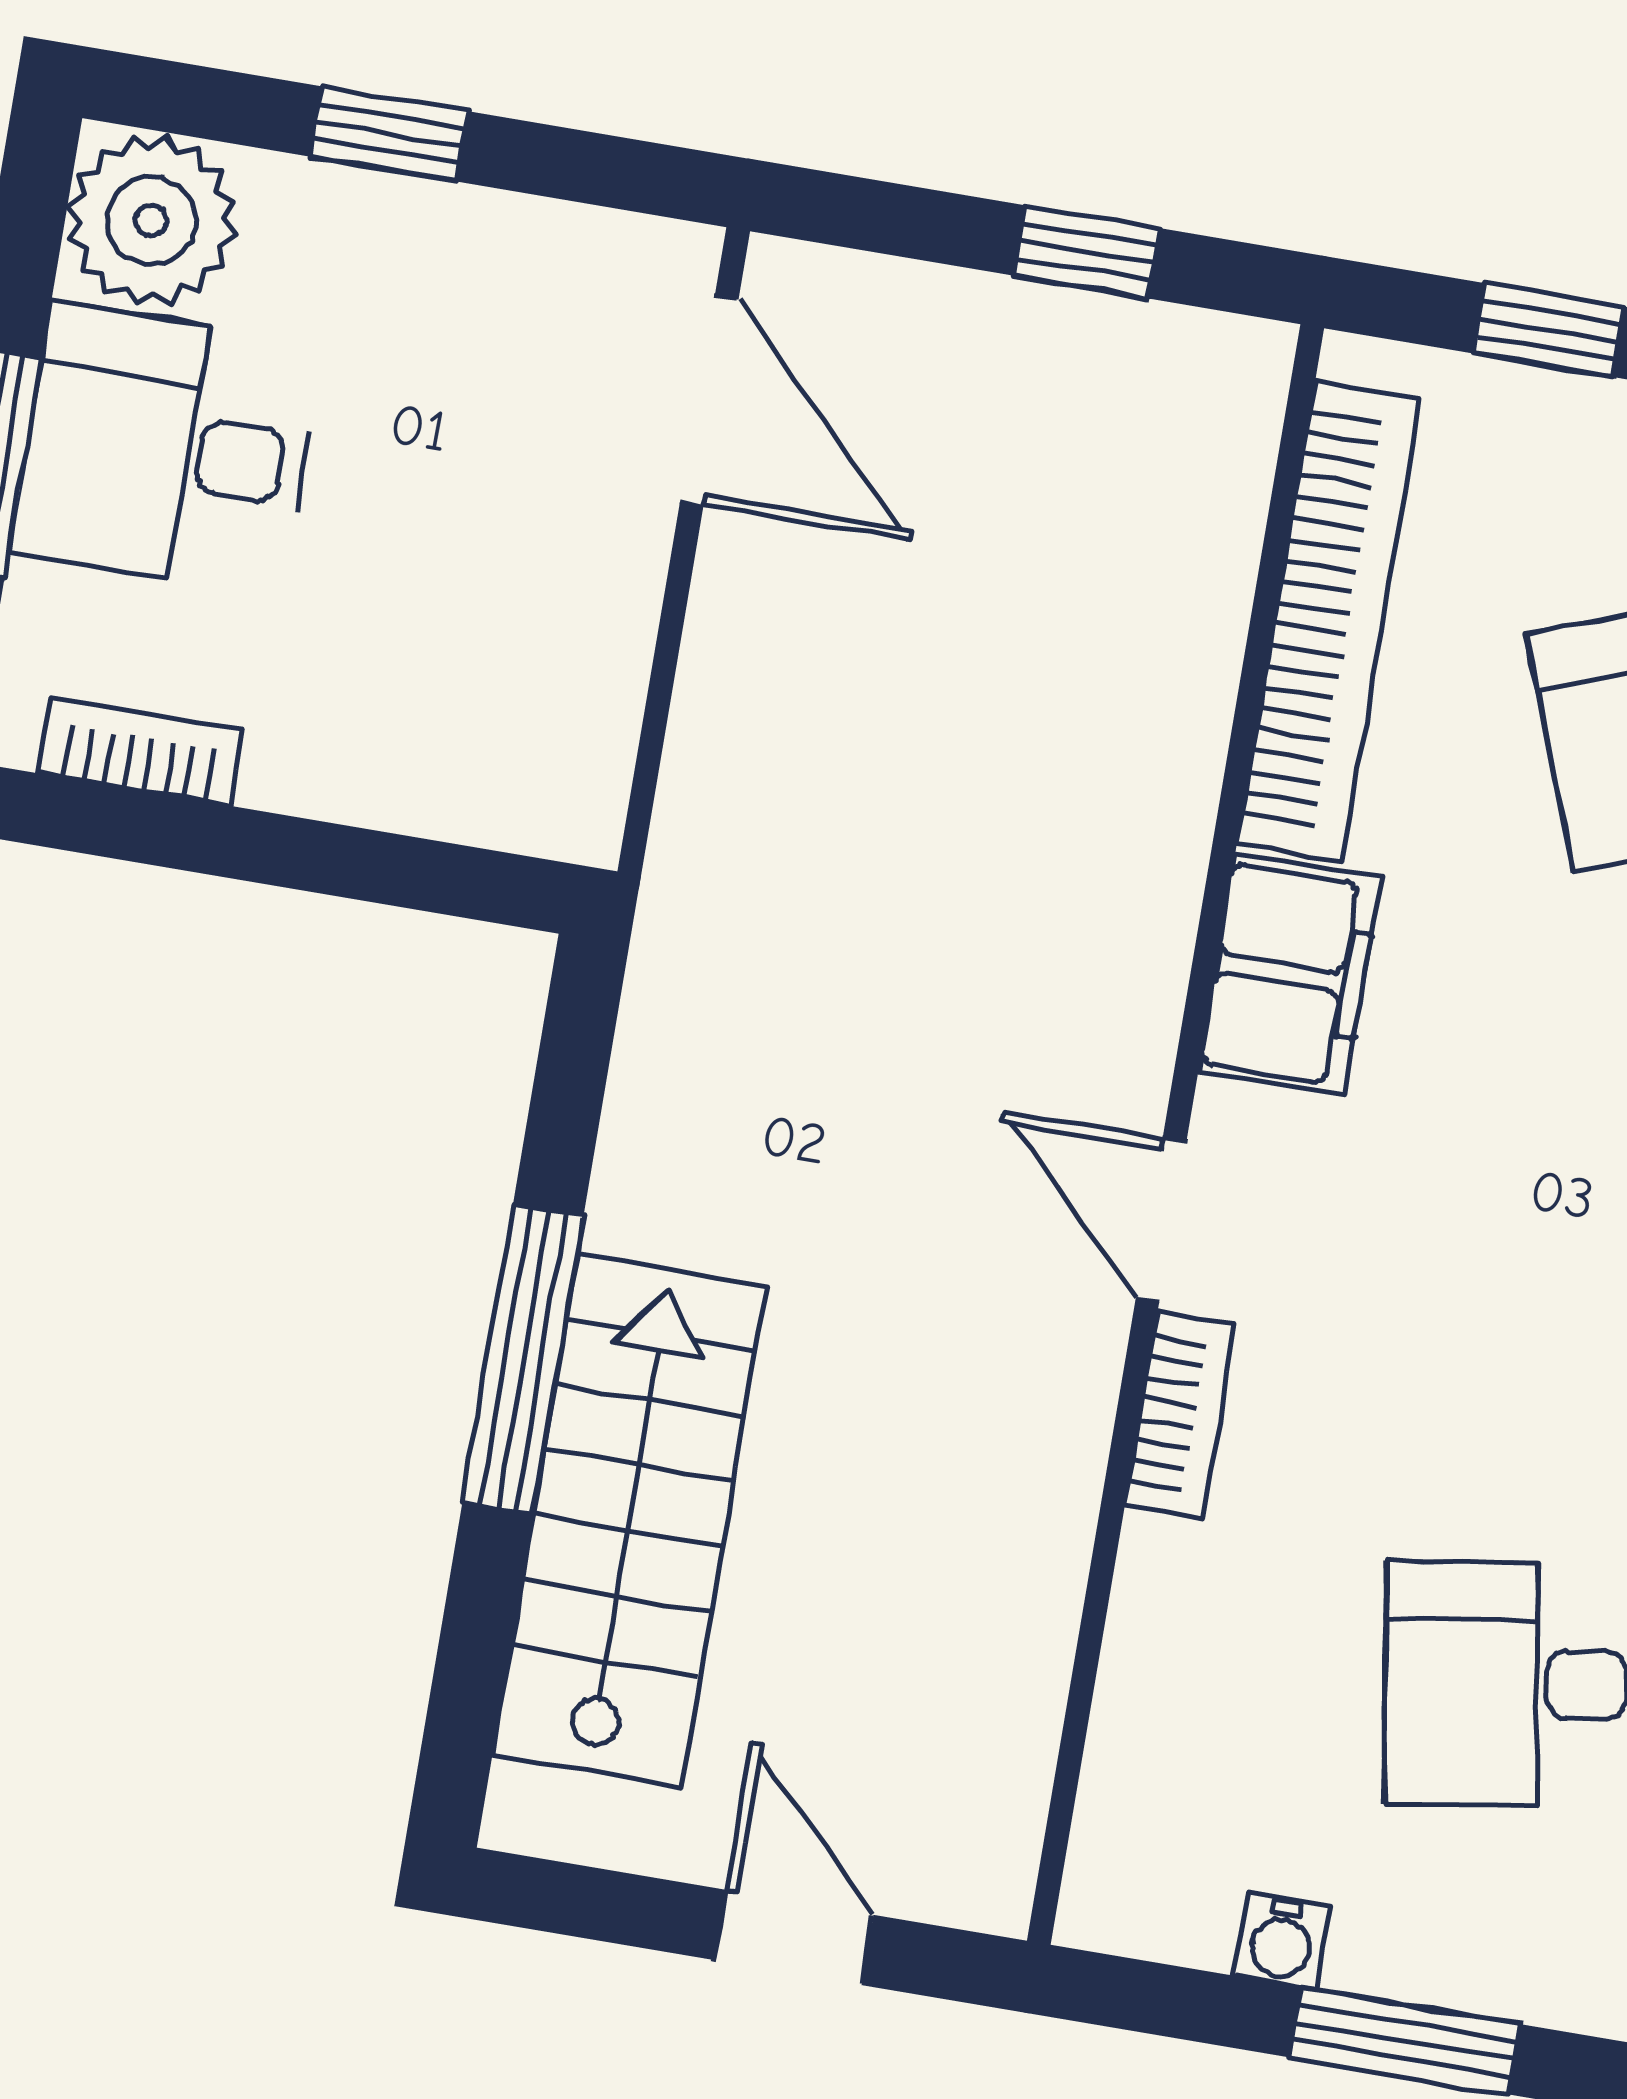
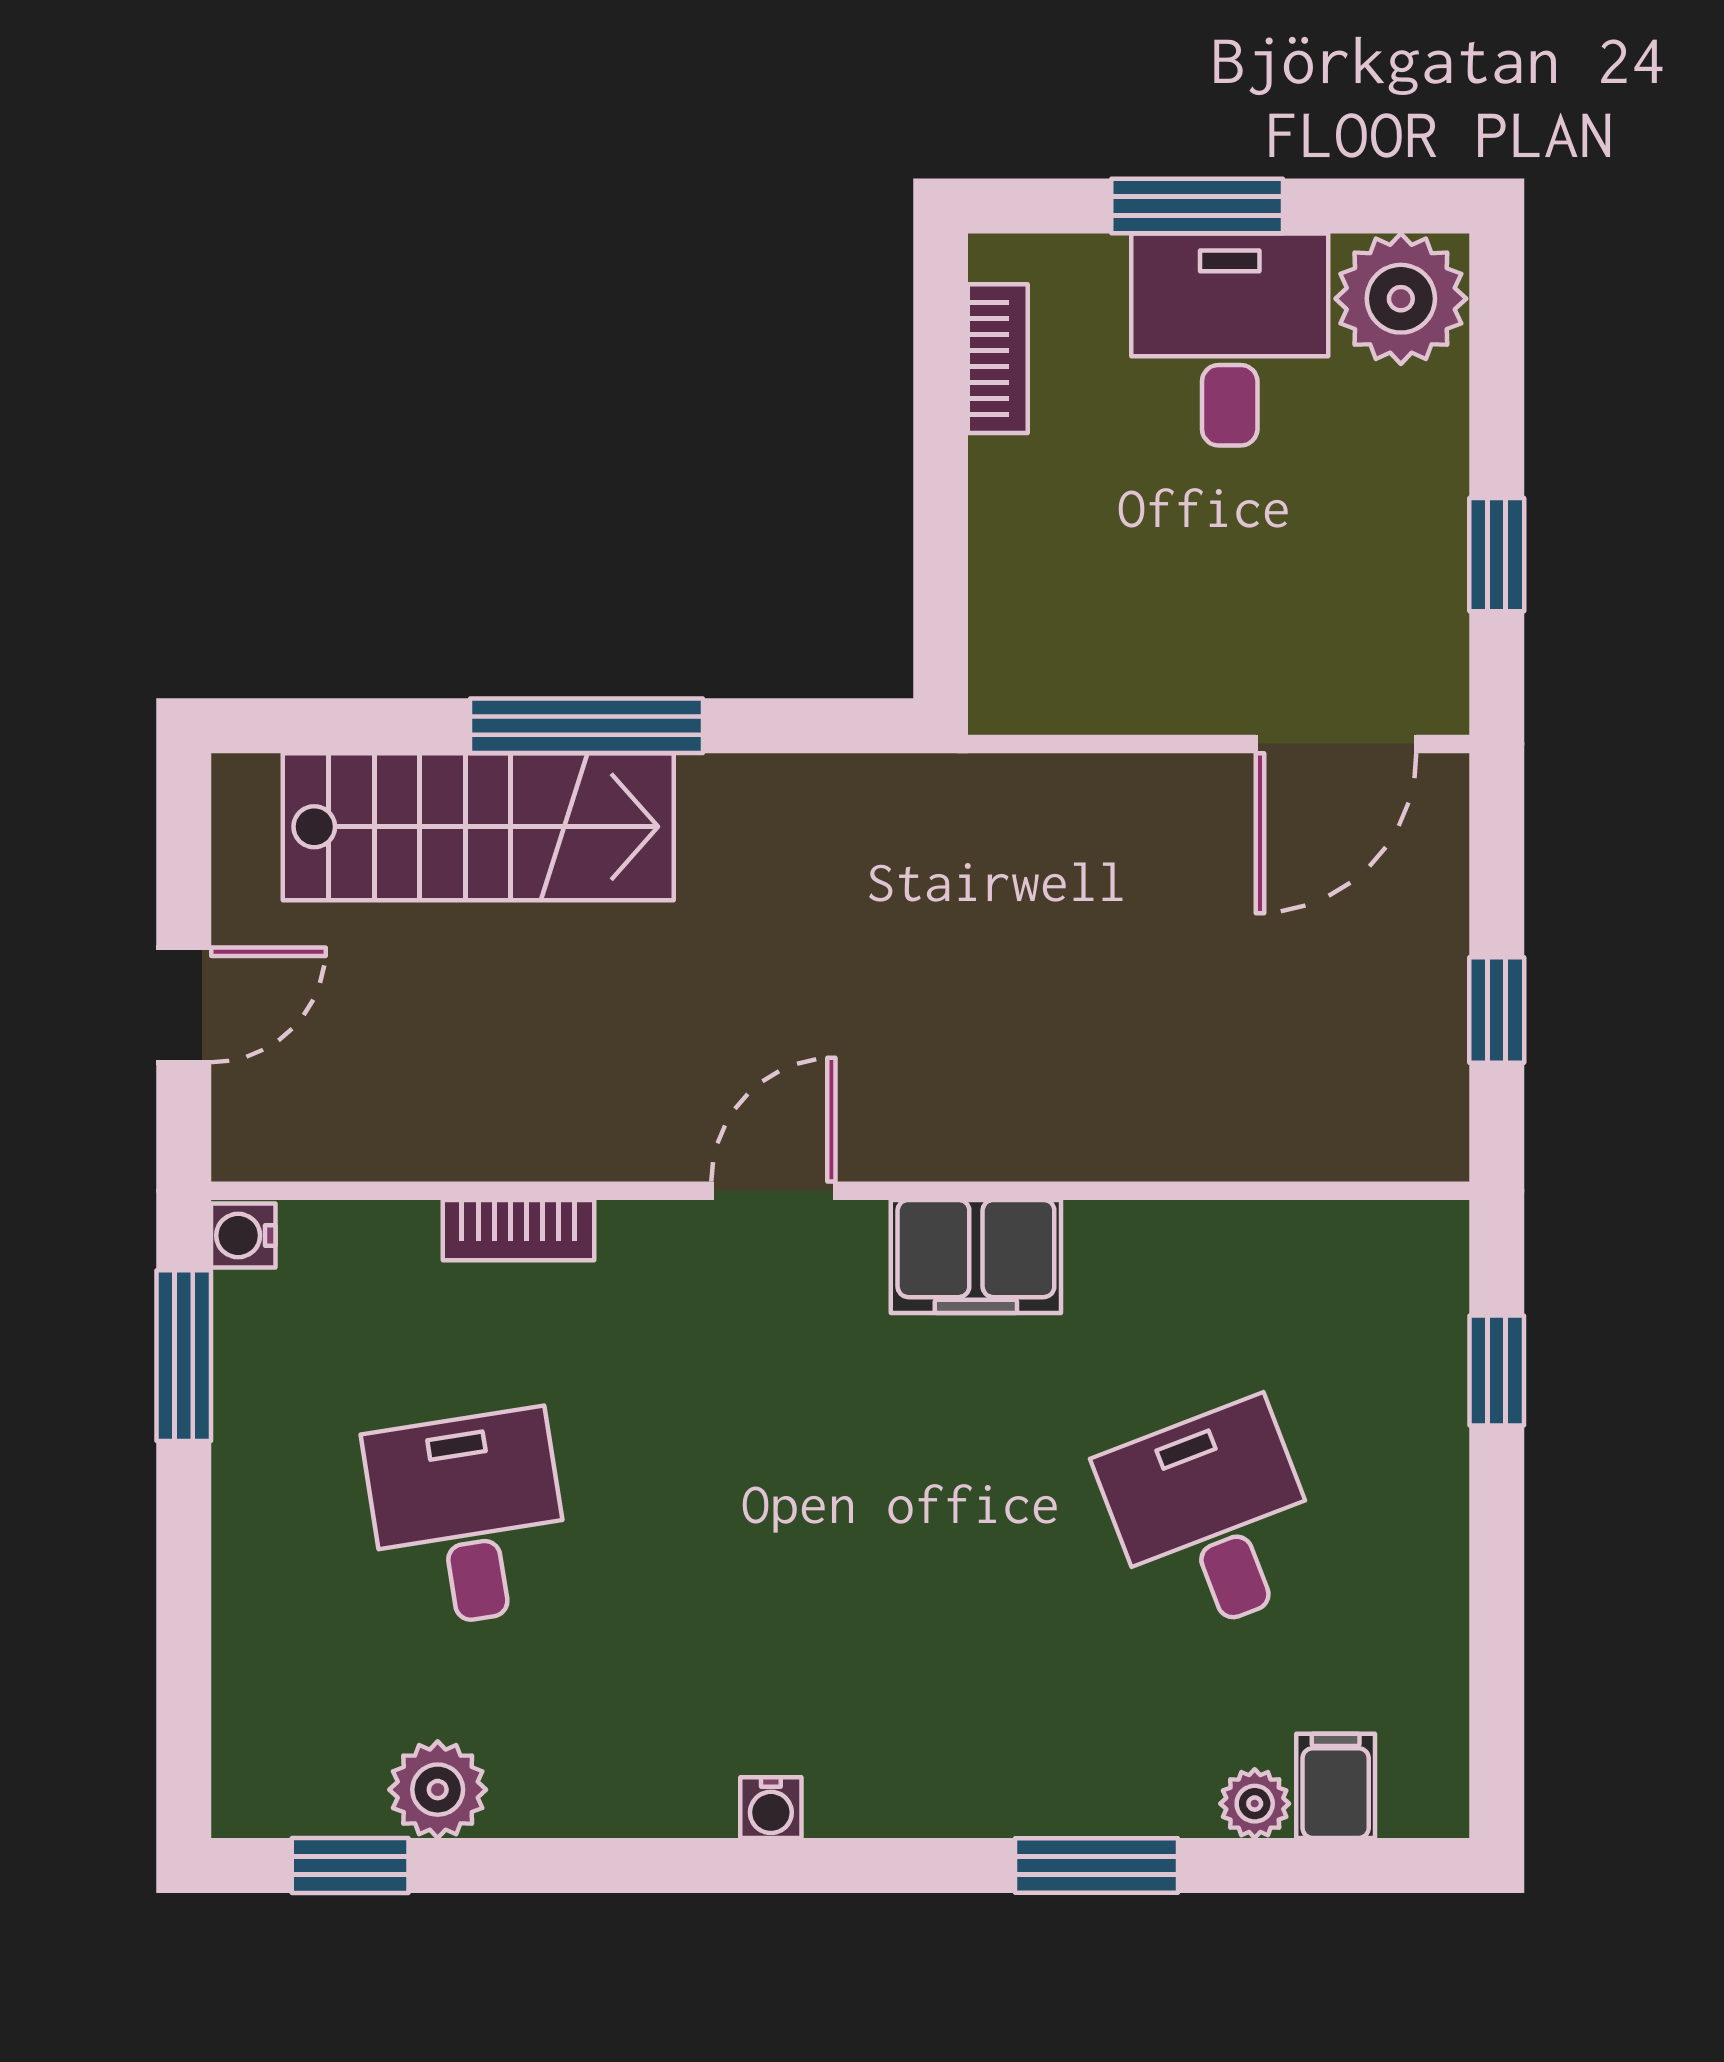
window: (389, 134) -> (1497, 555), moved
bookcase: (1328, 621) -> (1248, 1241), removed
bookcase: (1180, 1415) -> (518, 1230), moved
water cooler: (1282, 1941) -> (243, 1236), moved
window: (1405, 2041) -> (184, 1356), moved

